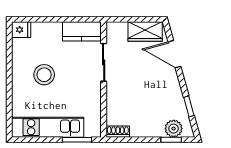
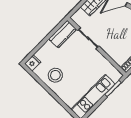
stool: (44, 75) -> (55, 75), moved

